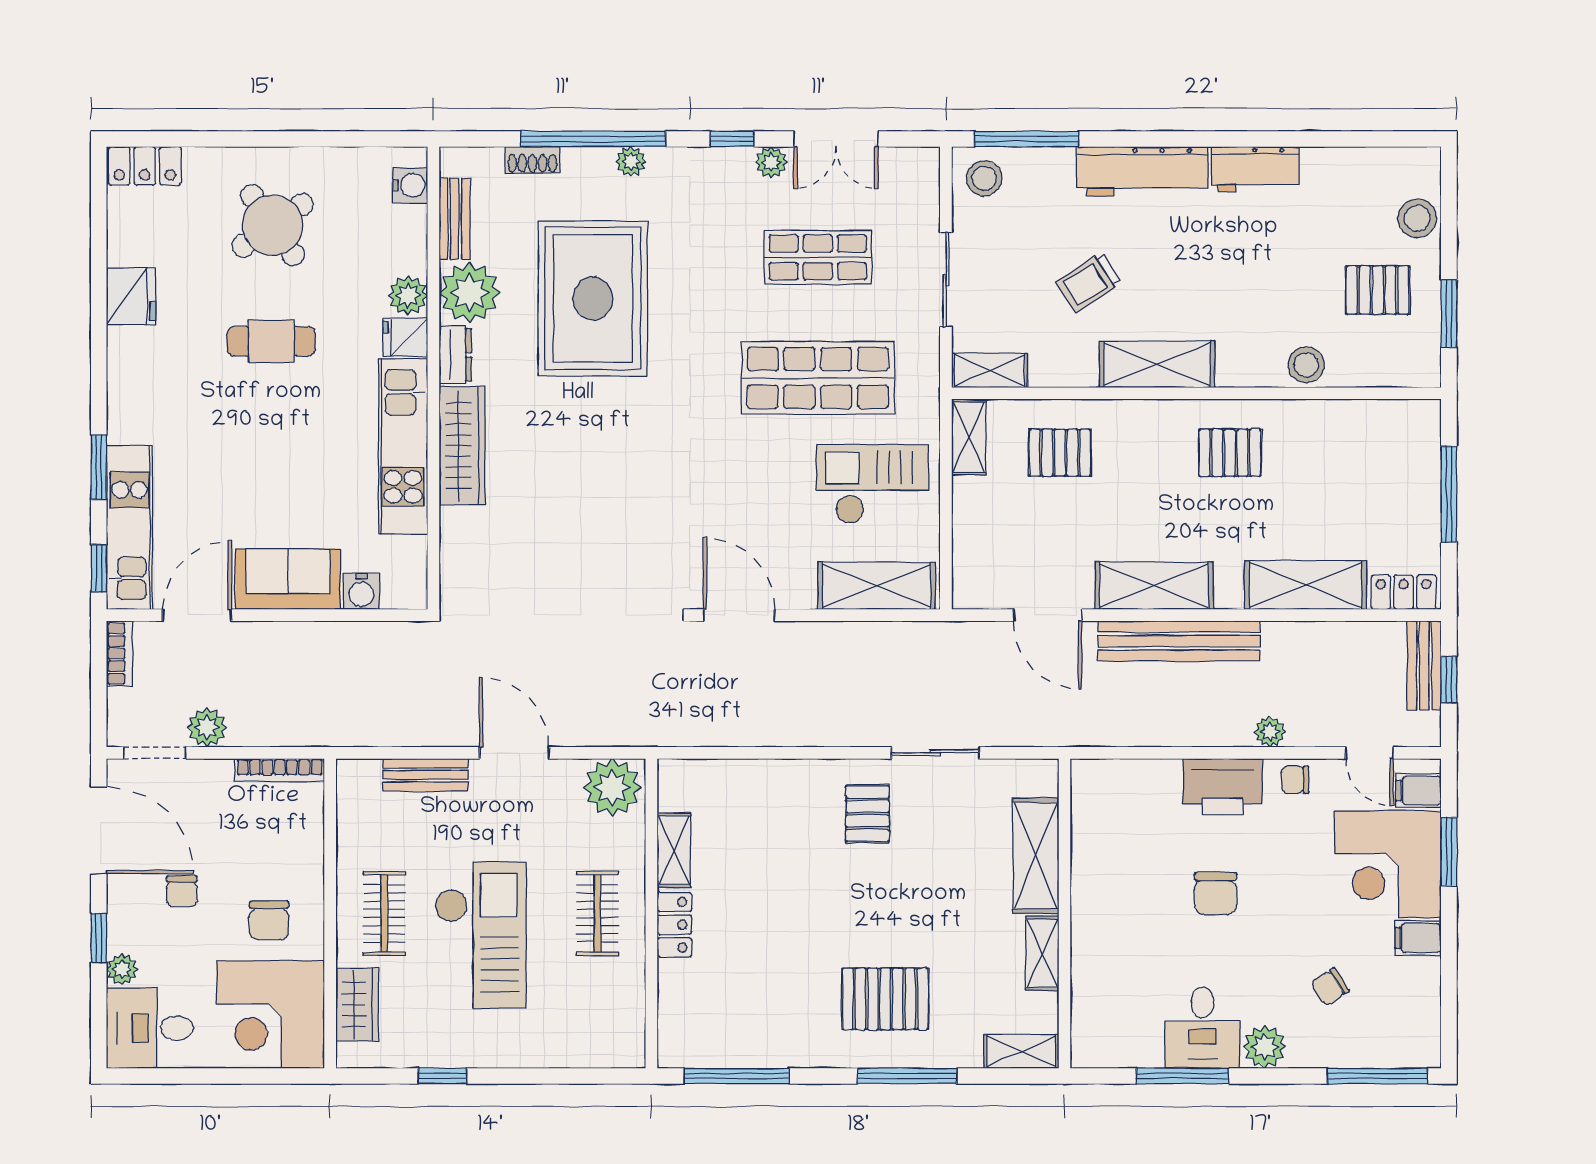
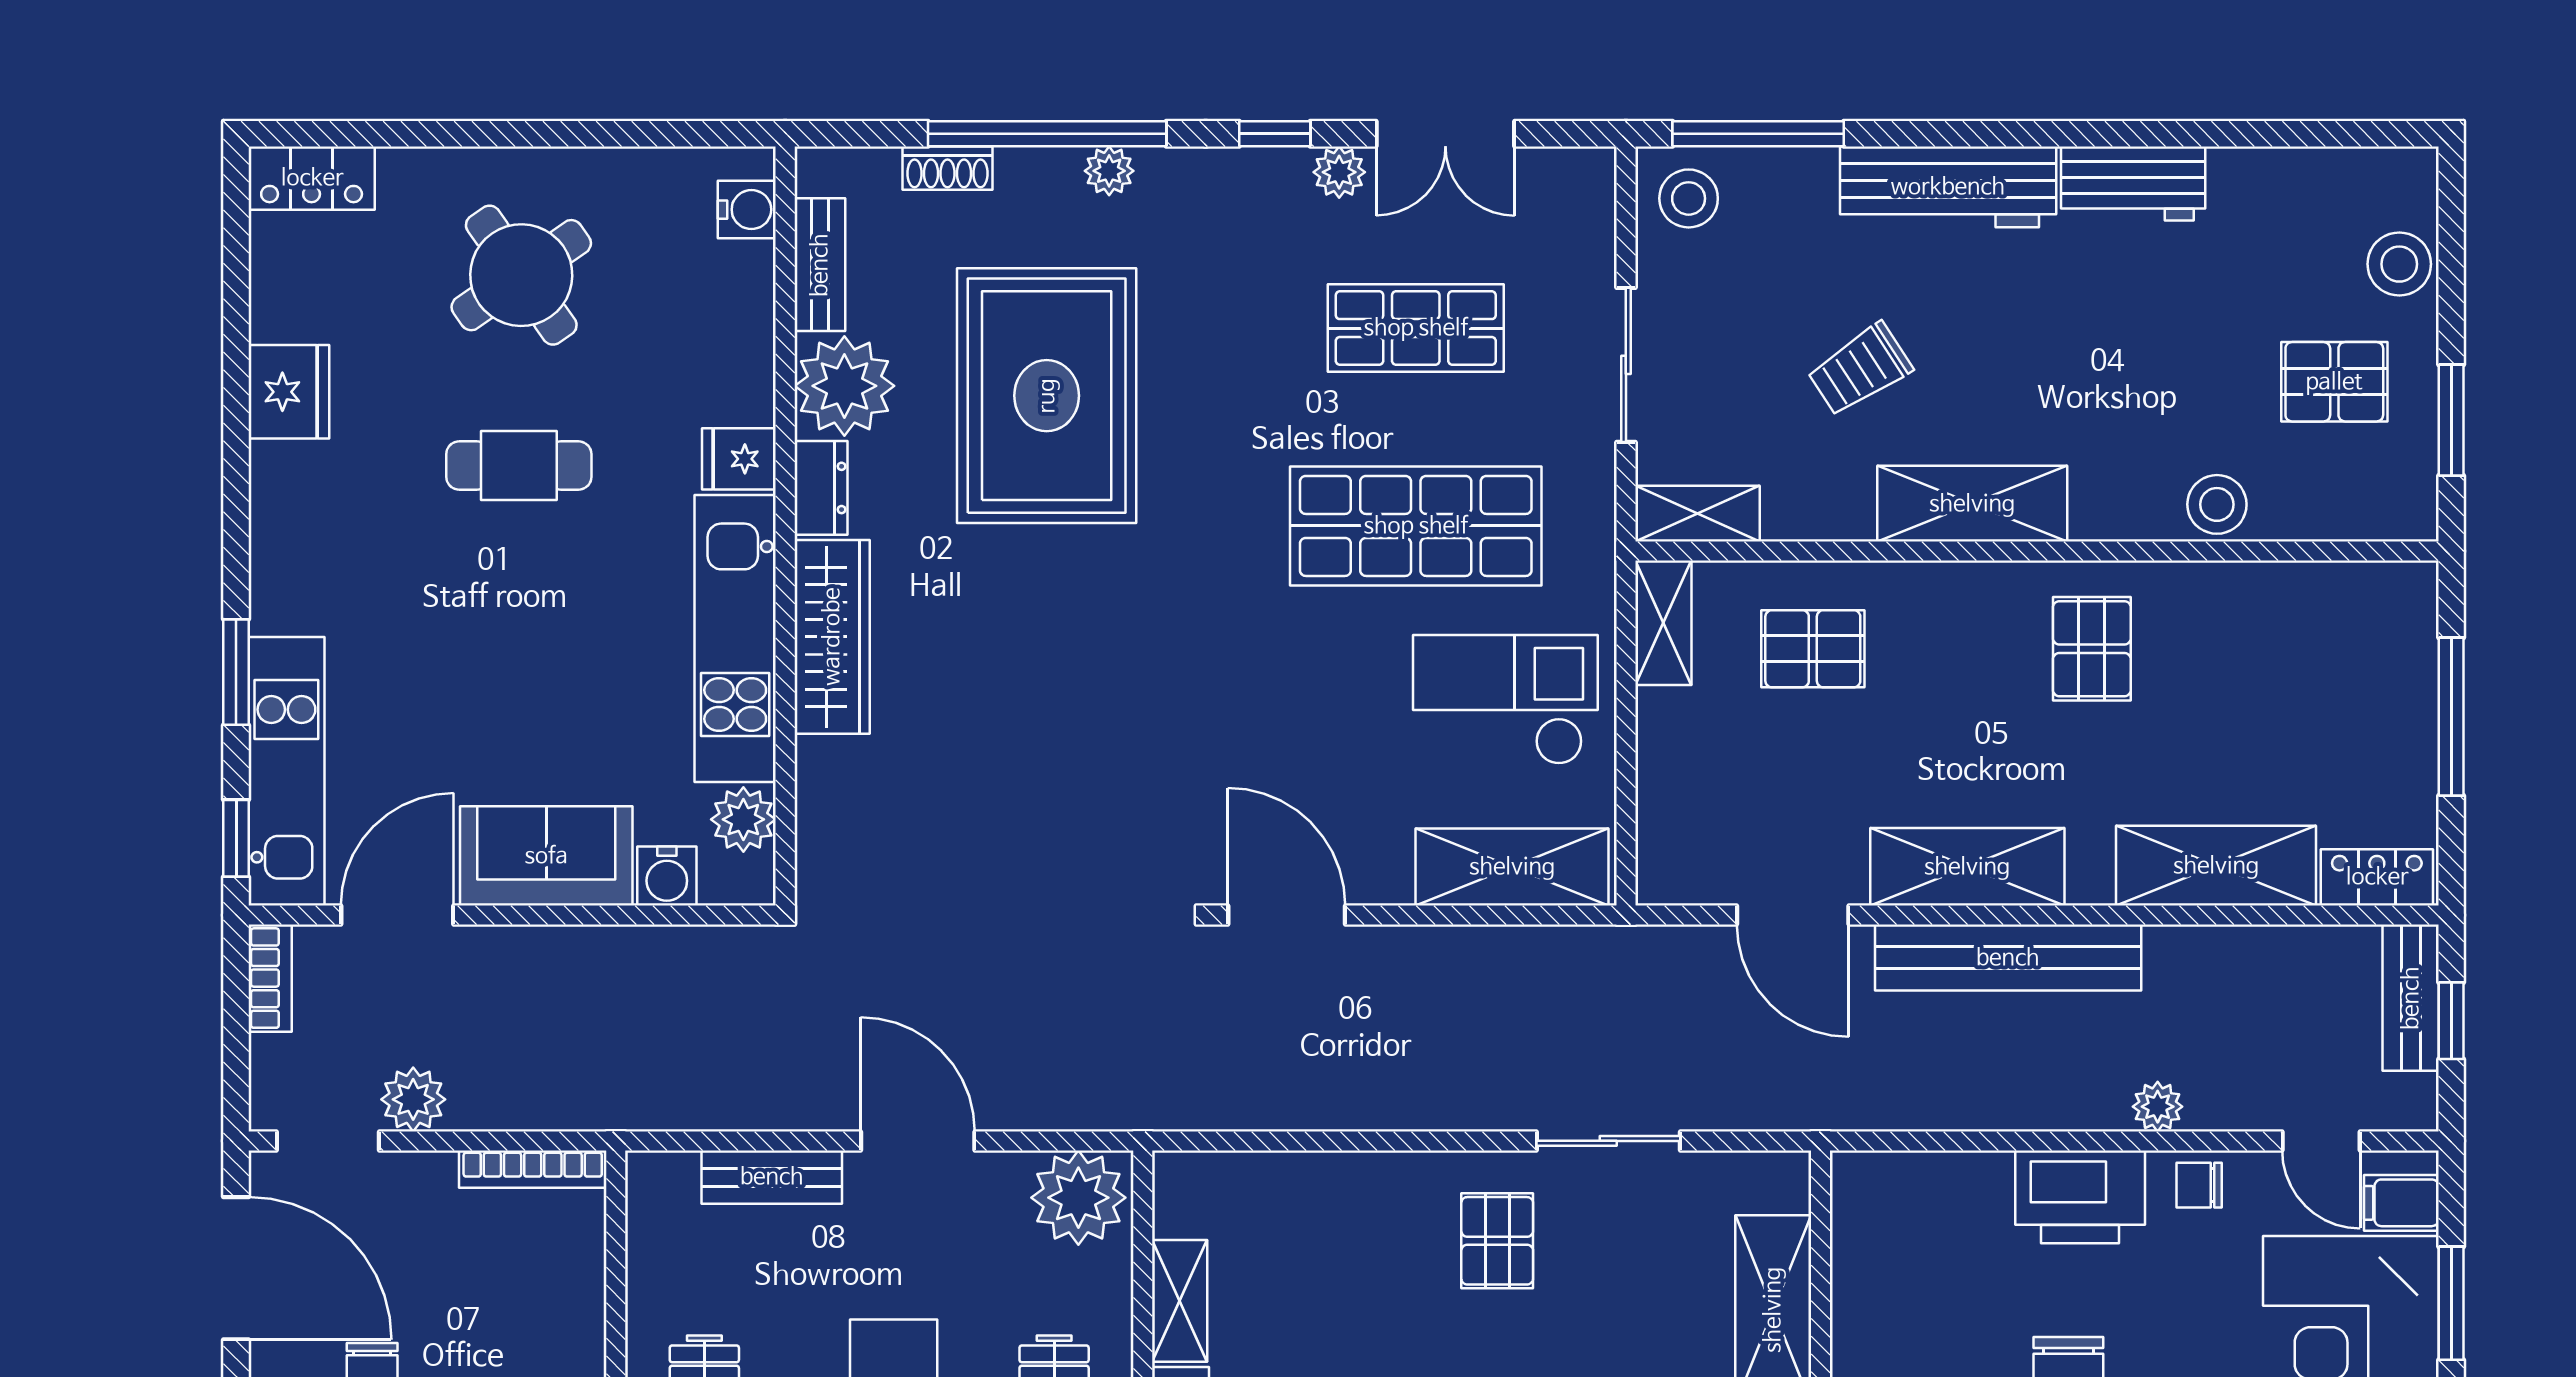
plant: (408, 295) -> (743, 819), moved
pallet: (1230, 453) -> (2092, 649), turned 90

